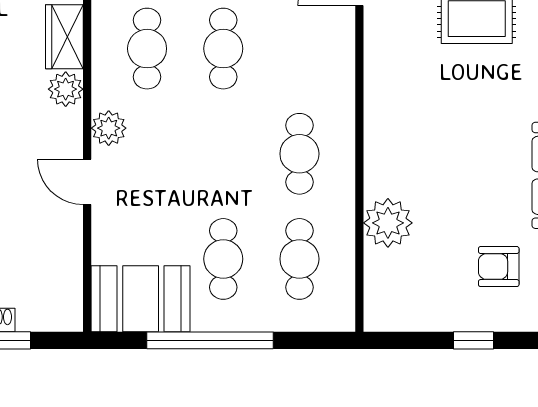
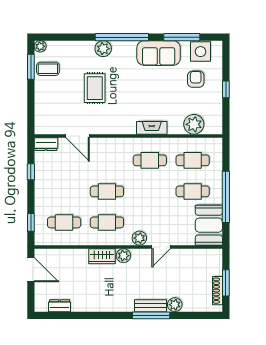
fireplace: (379, 159) -> (152, 128), added
plant: (388, 223) -> (194, 124), moved
armchair: (499, 267) -> (196, 79), turned 180

